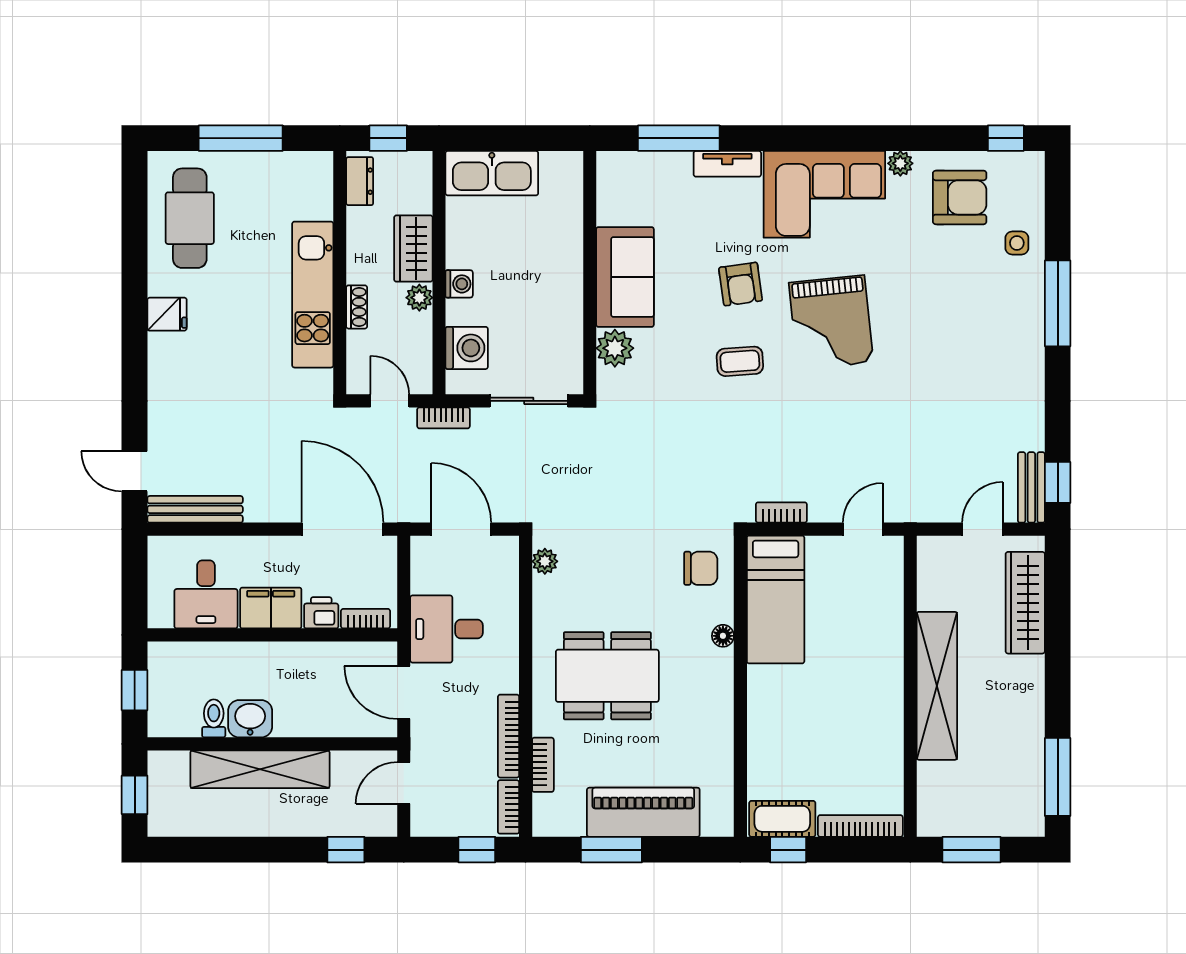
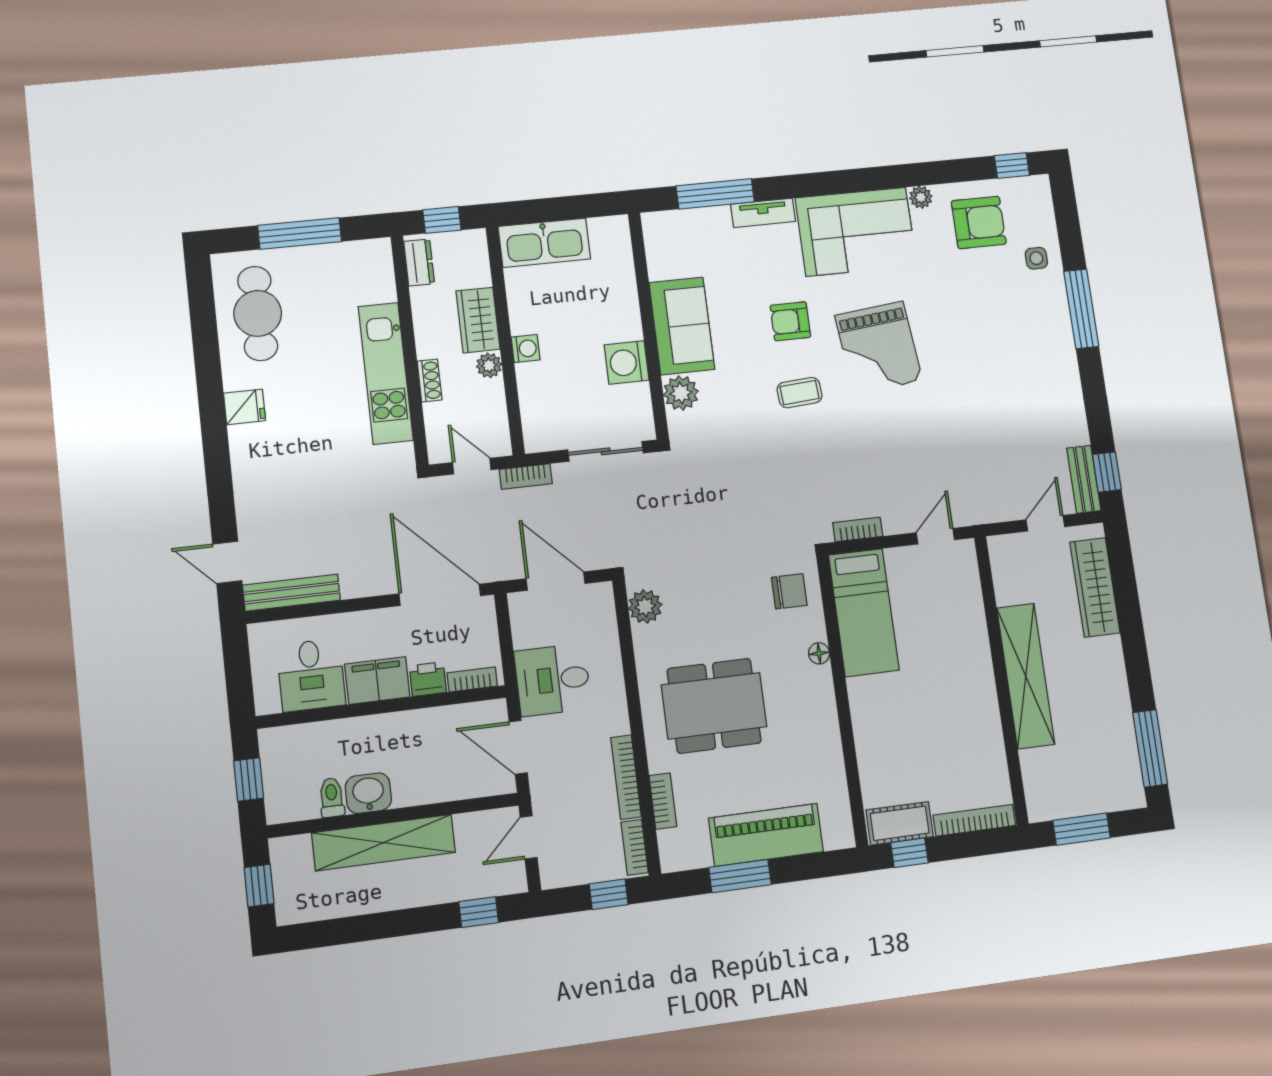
armchair: (741, 284) -> (790, 321), turned 98
washing machine: (467, 348) -> (627, 362), moved, turned 180
plant: (545, 561) -> (645, 607), width x1.38, depth x1.38

